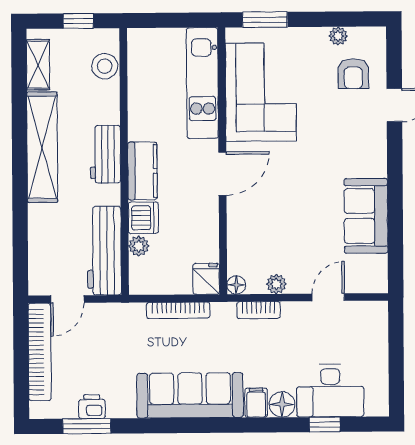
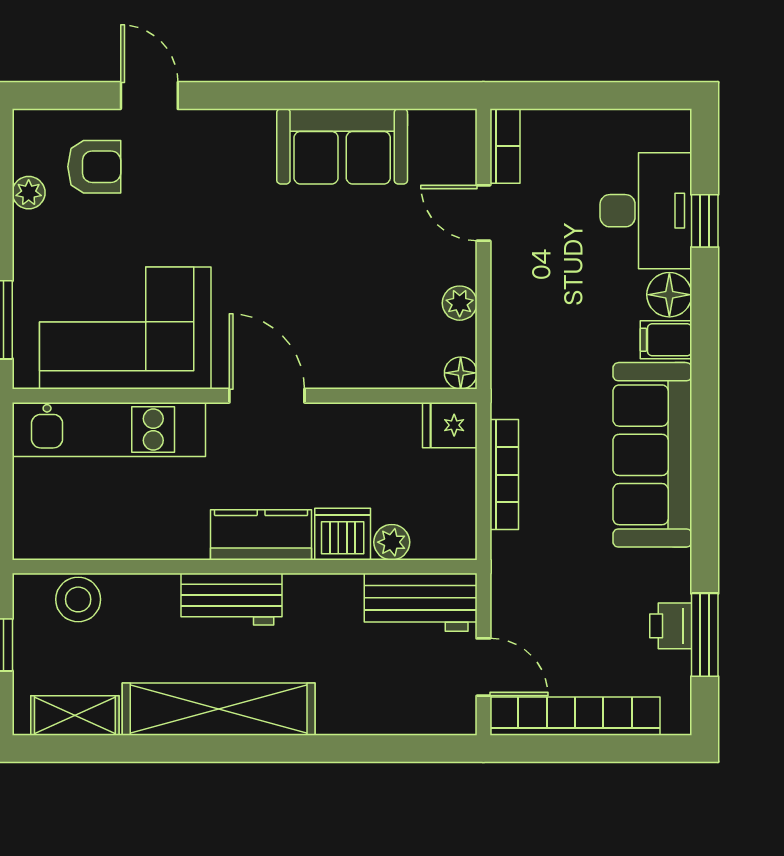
workbench: (104, 251) -> (421, 602), width x0.73
bookcase: (258, 310) -> (505, 146), moved

